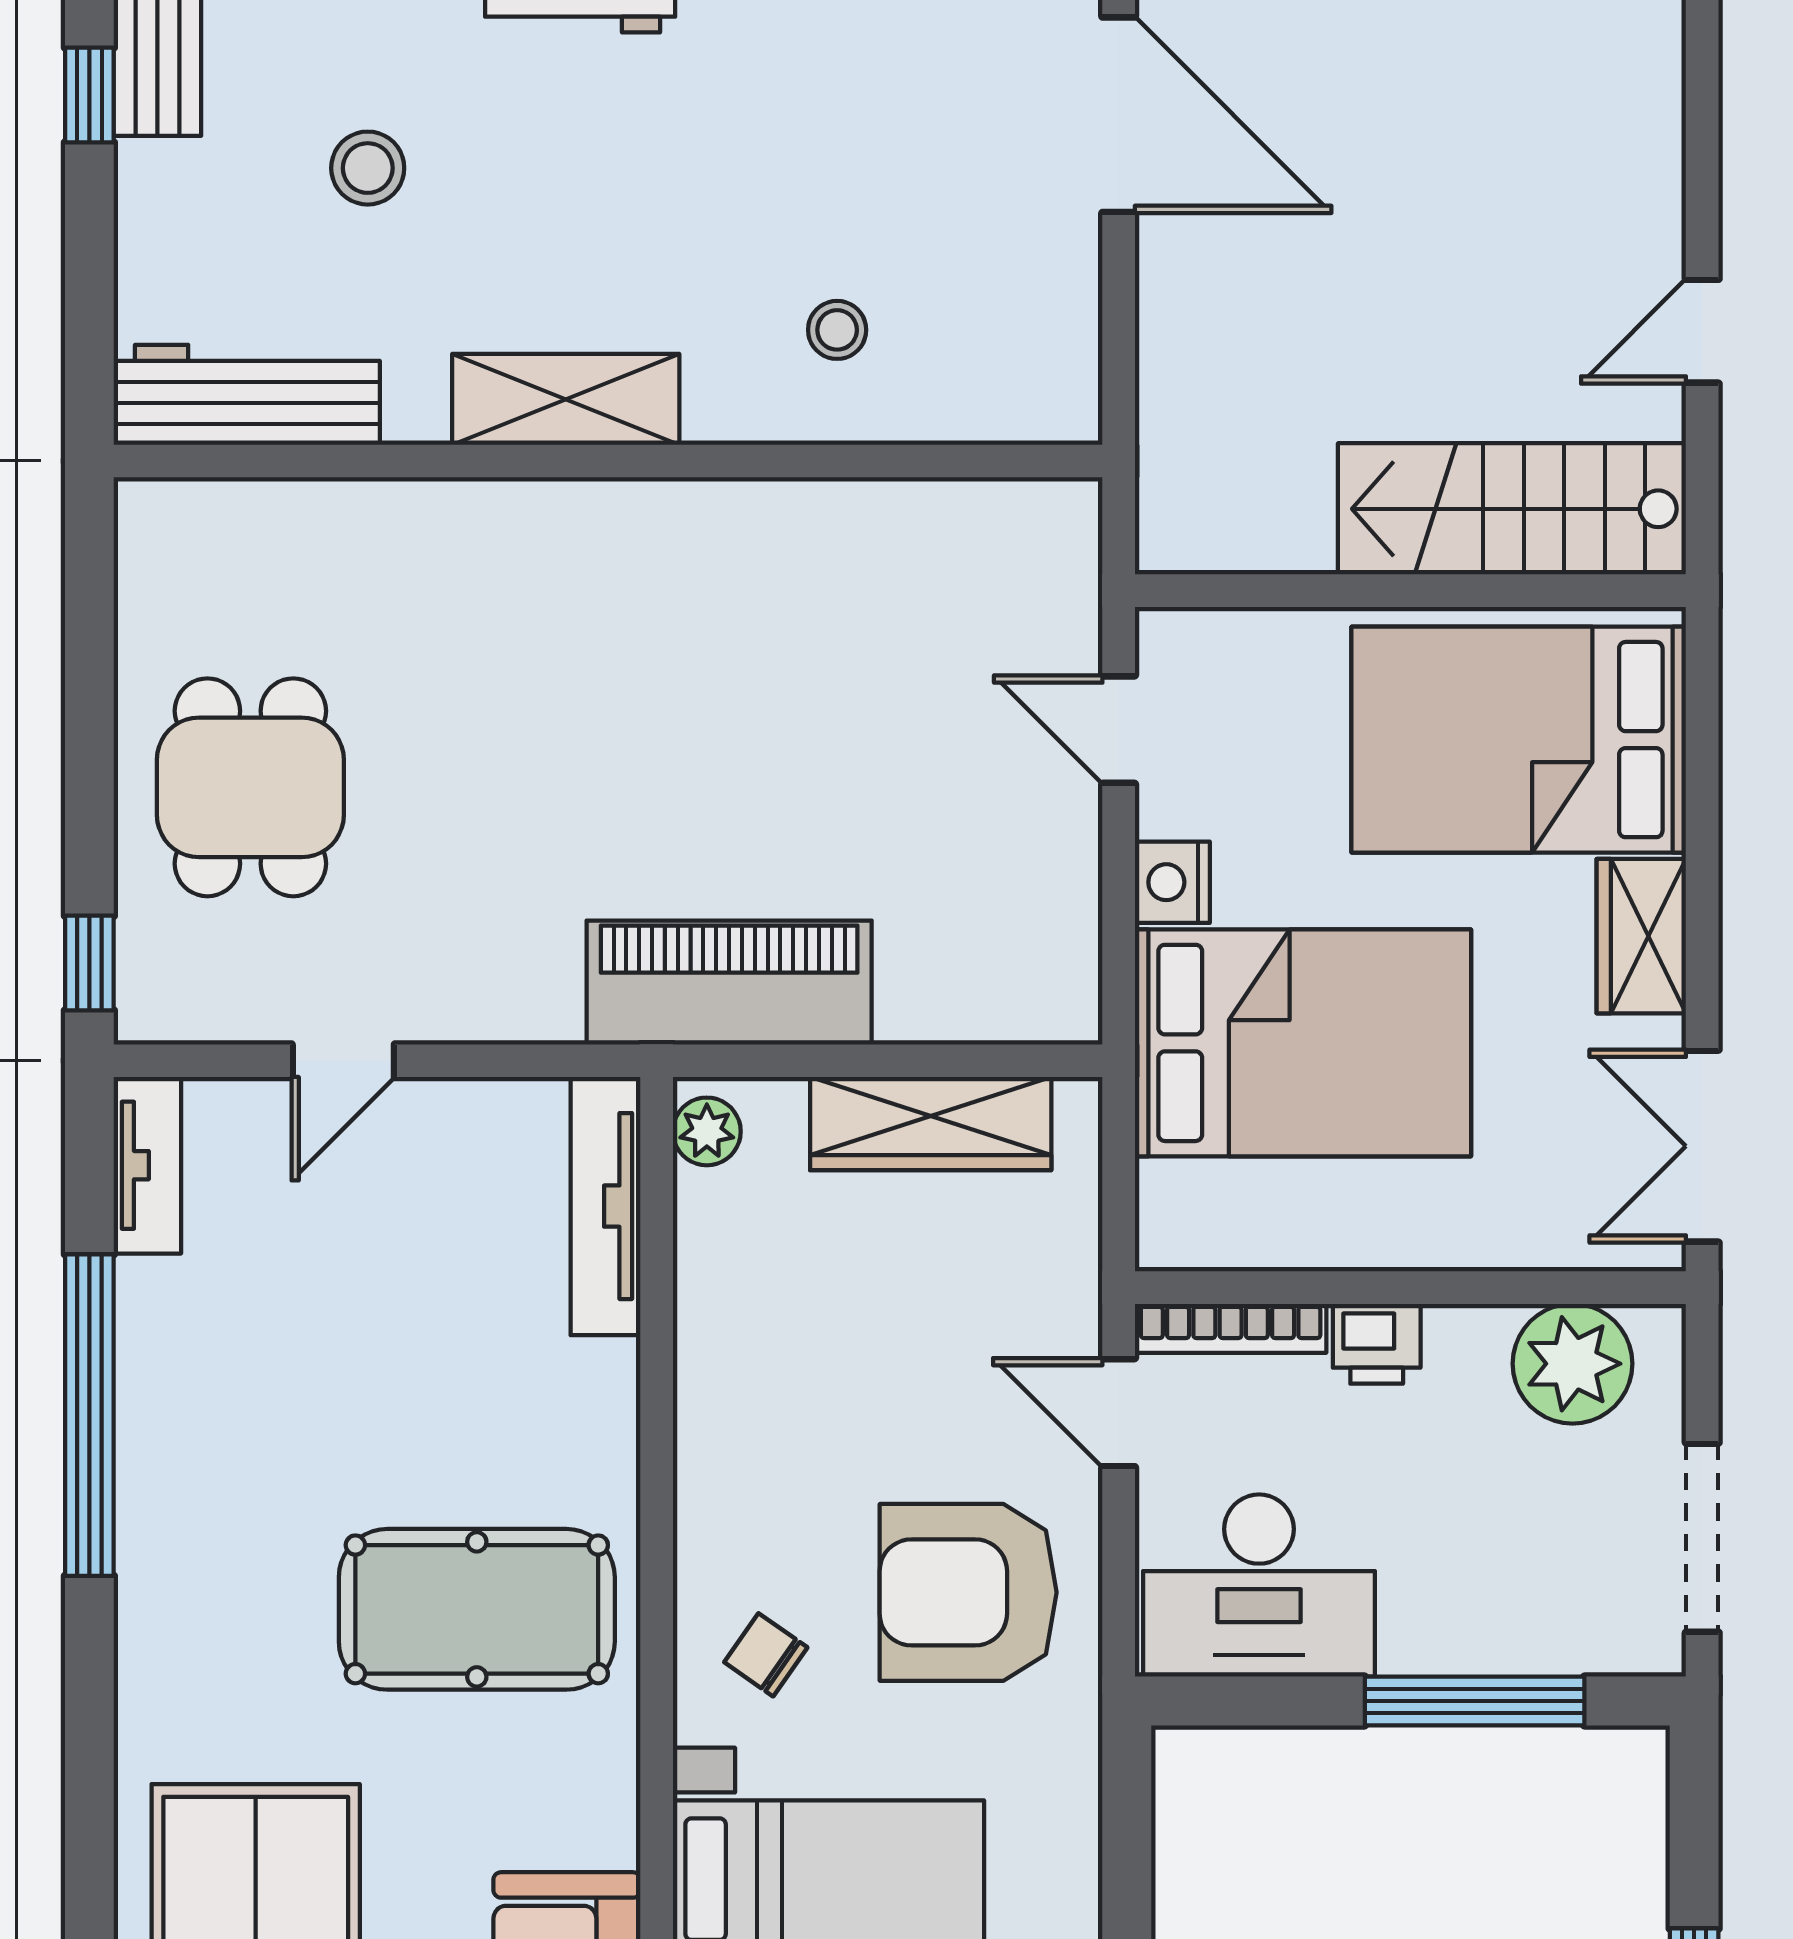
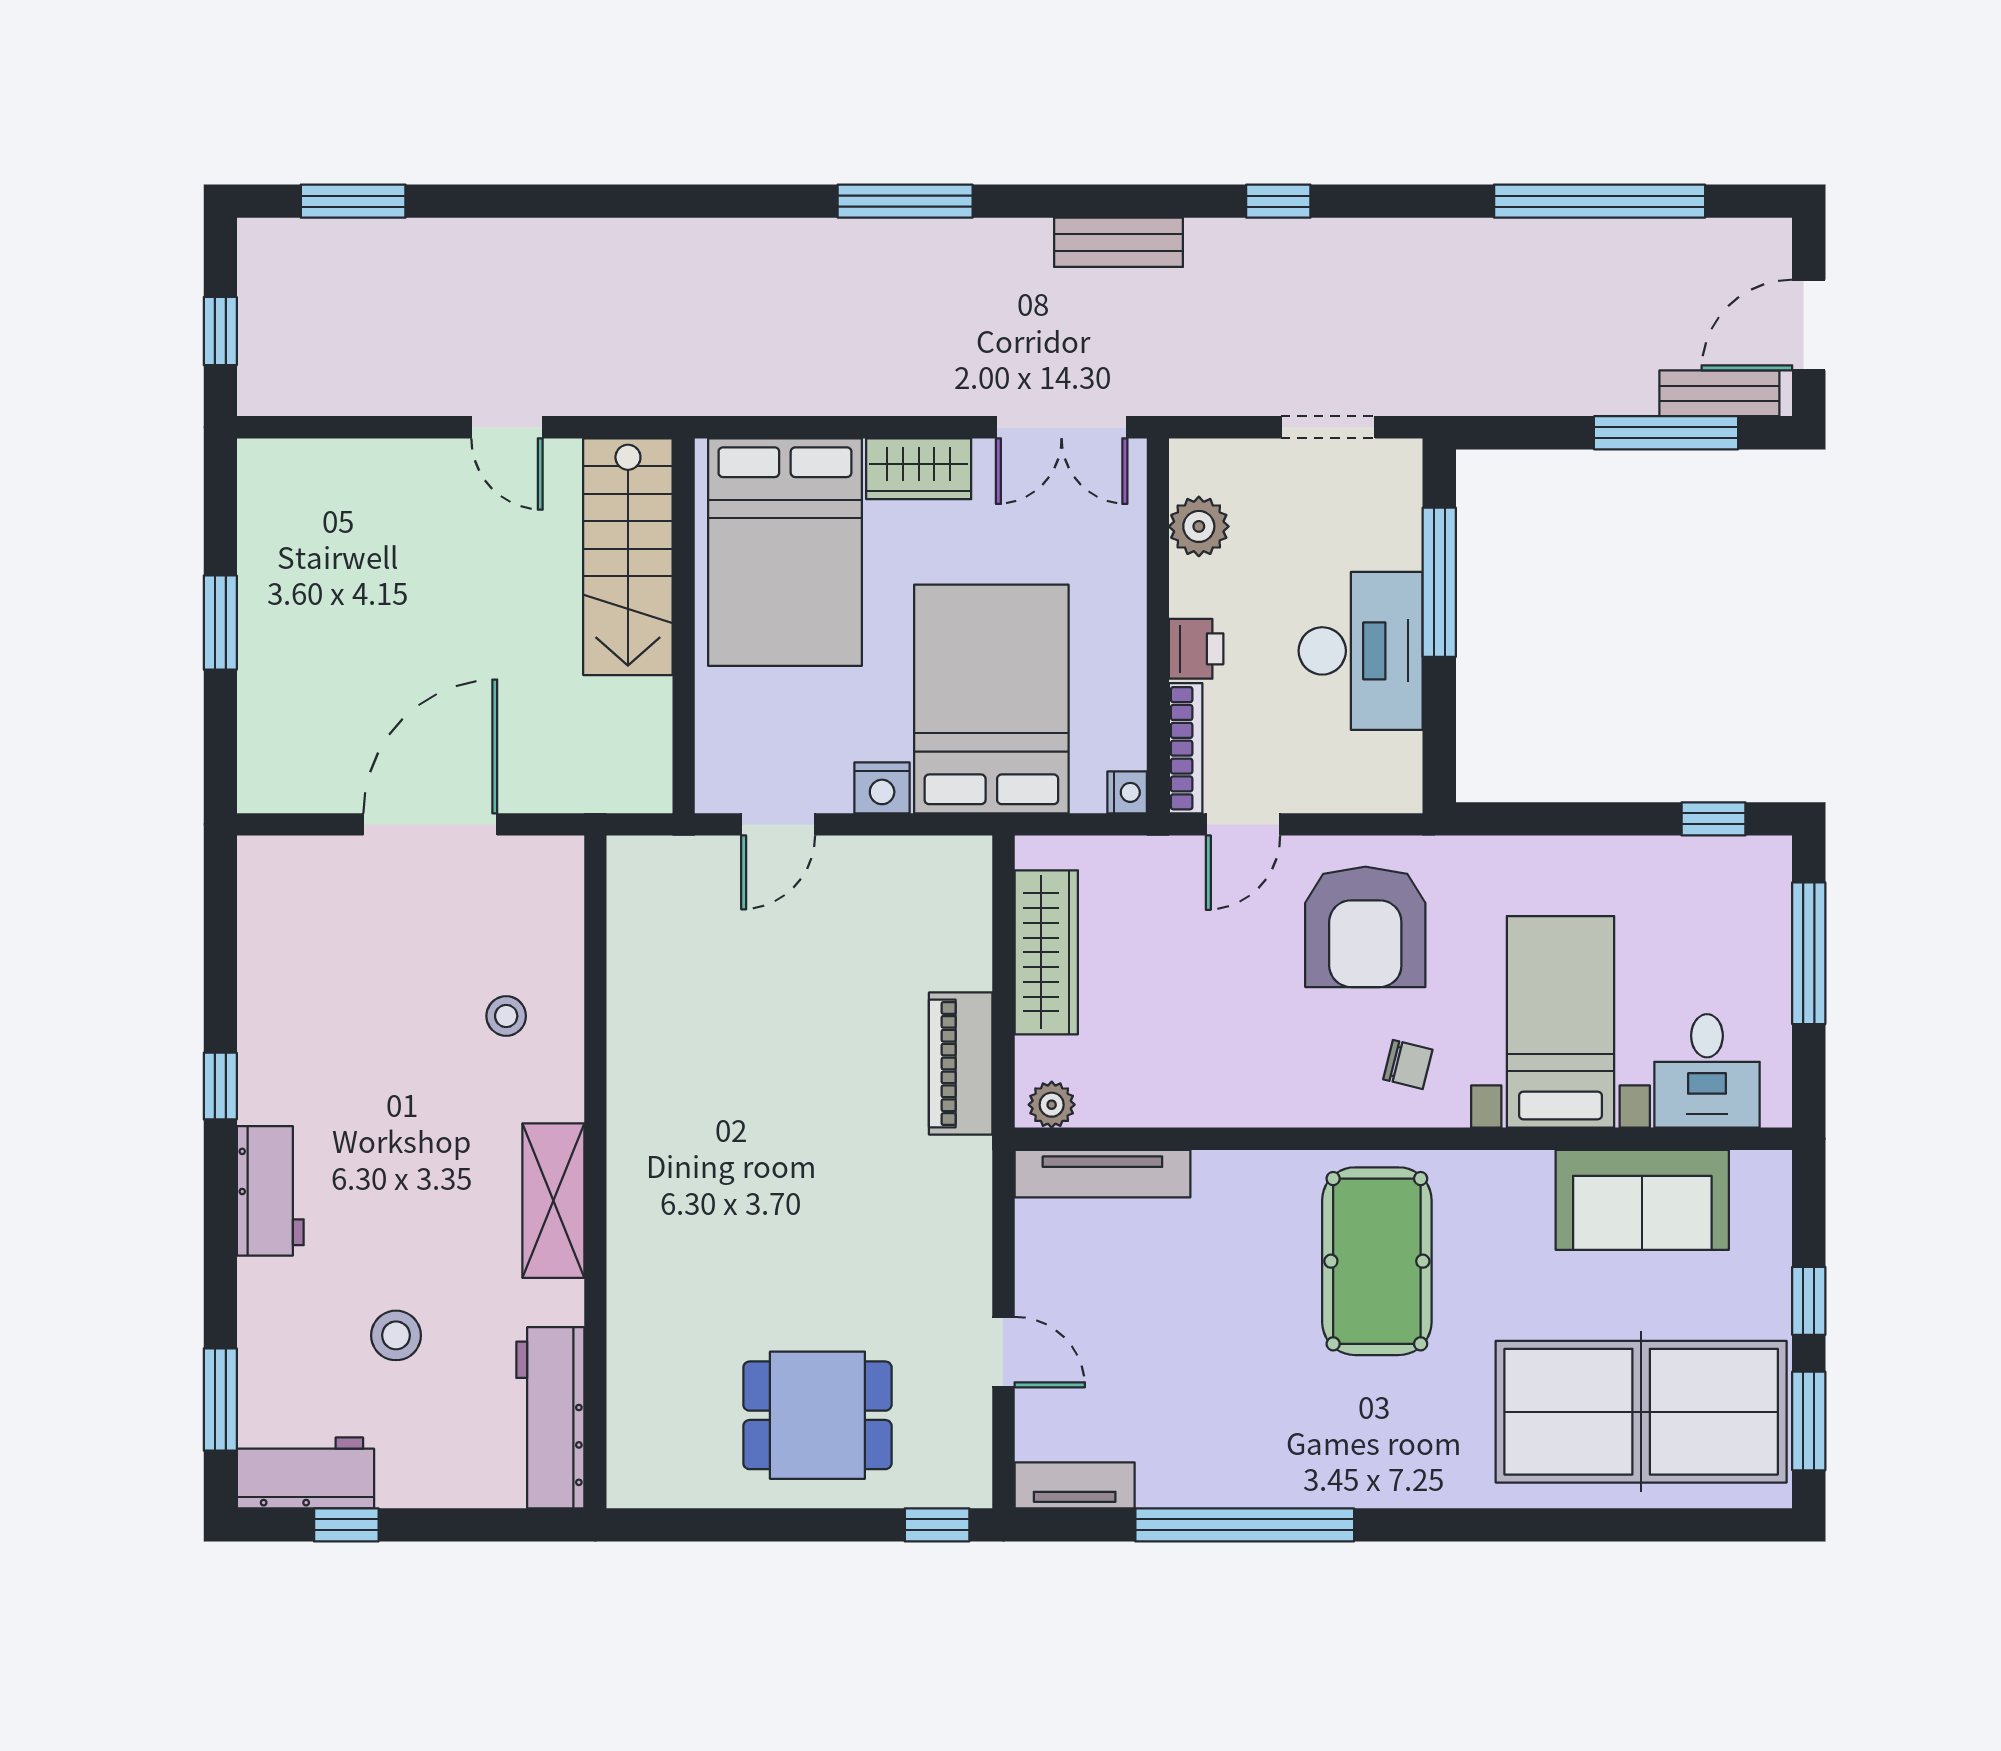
door: (1119, 115) -> (430, 824), moved
piano: (729, 983) -> (961, 1064), width x0.73, depth x0.75
nightstand: (1166, 1242) -> (1127, 792), added
plant: (1573, 1364) -> (1199, 526), width x0.73, depth x0.73
doorway: (1702, 1538) -> (1328, 427), width x0.73
desk: (1259, 1586) -> (1361, 651), moved
chair: (766, 1655) -> (1408, 1064), turned -111

